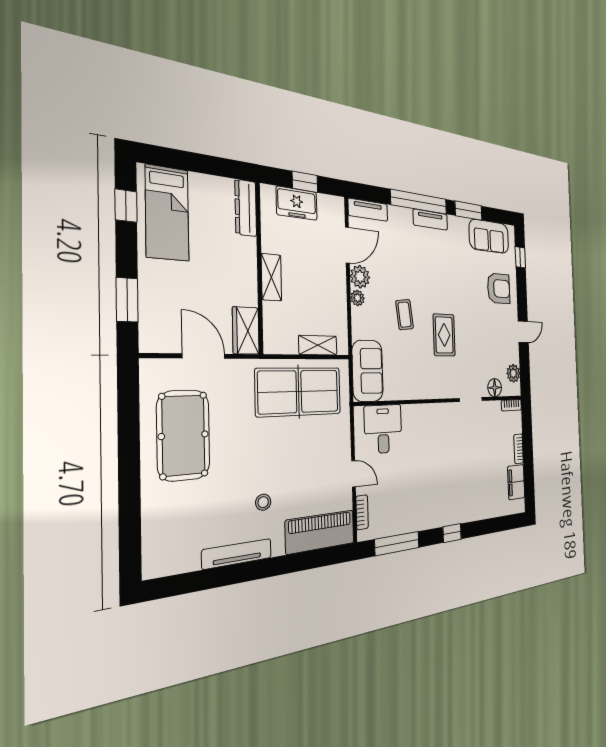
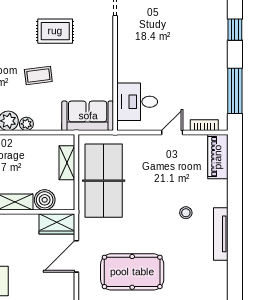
boiler: (275, 316) -> (45, 200), added
piano: (320, 532) -> (218, 157), width x0.73, depth x0.75

